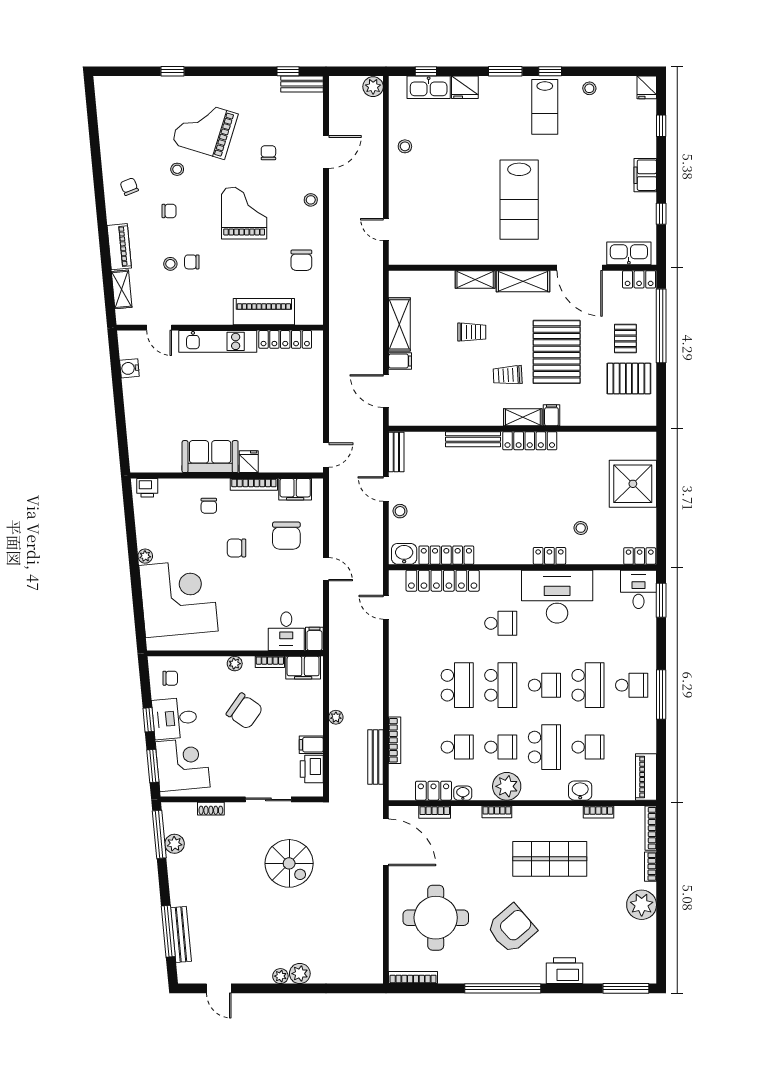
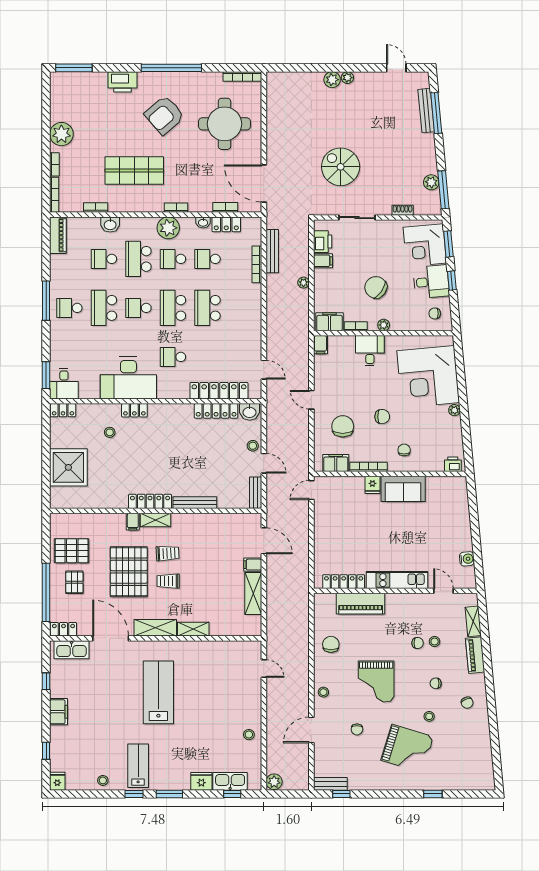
trolley: (472, 332) -> (168, 581), moved
desk: (286, 631) -> (370, 351), moved

